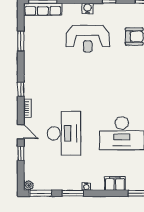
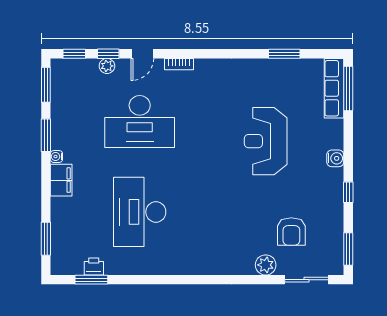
reception desk: (88, 39) -> (266, 141), moved
window: (21, 89) -> (74, 54), moved
filing cabinet: (115, 183) -> (61, 180), moved
plant: (29, 185) -> (107, 66), moved

